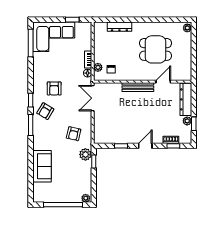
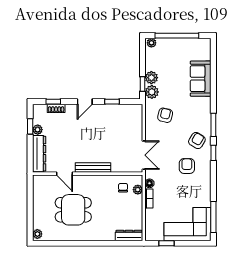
dresser: (119, 27) -> (129, 236), moved
door: (163, 82) -> (65, 174), hinge flipped
plant: (86, 167) -> (151, 78), added

